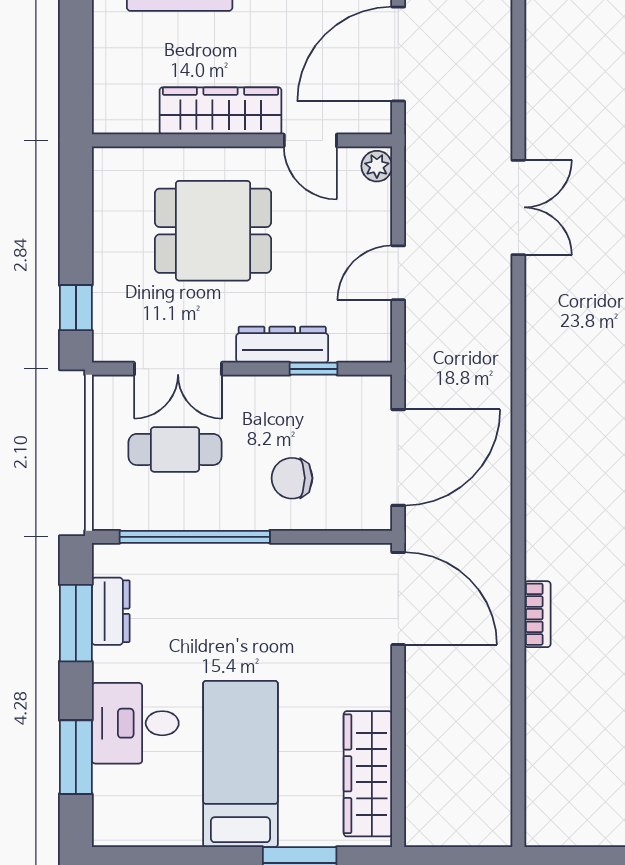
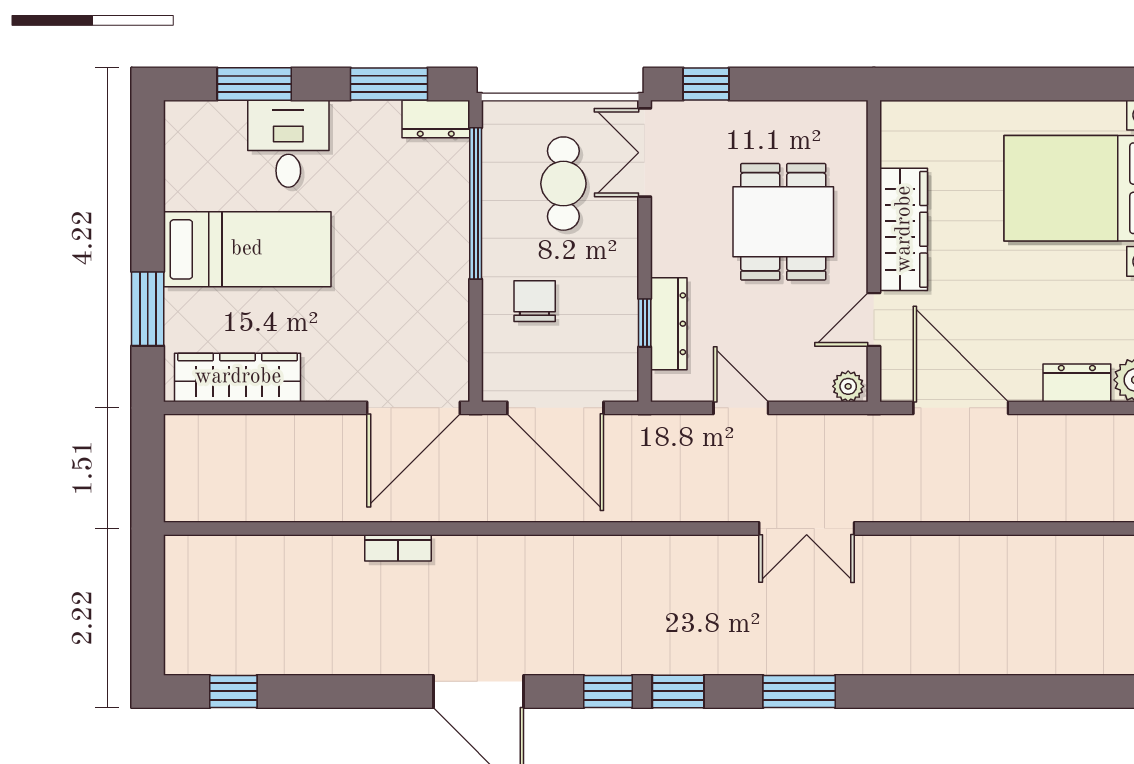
dresser: (282, 345) -> (669, 324), moved
double door: (178, 369) -> (645, 153), moved
dresser: (111, 611) -> (436, 119), moved

